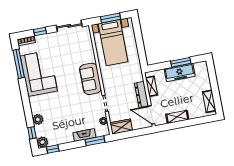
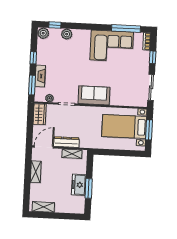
freezer: (180, 72) -> (79, 185), width x0.71
window: (53, 149) -> (33, 58), moved

